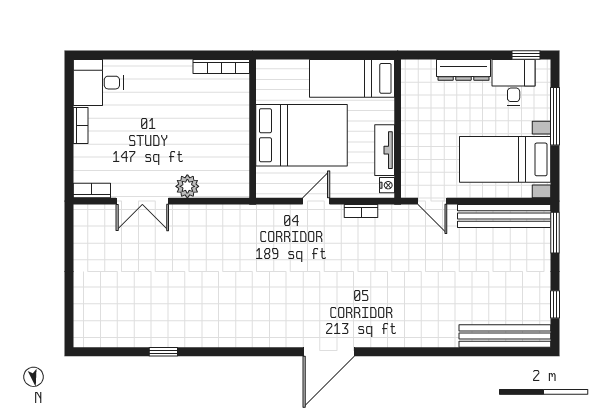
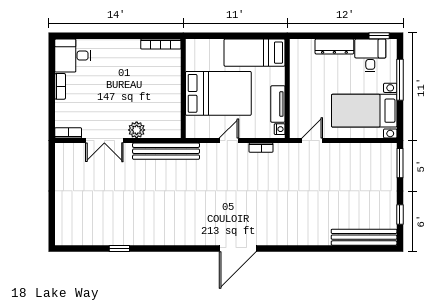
door: (432, 201) -> (312, 141), swing flipped
bench: (504, 216) -> (166, 151), moved

